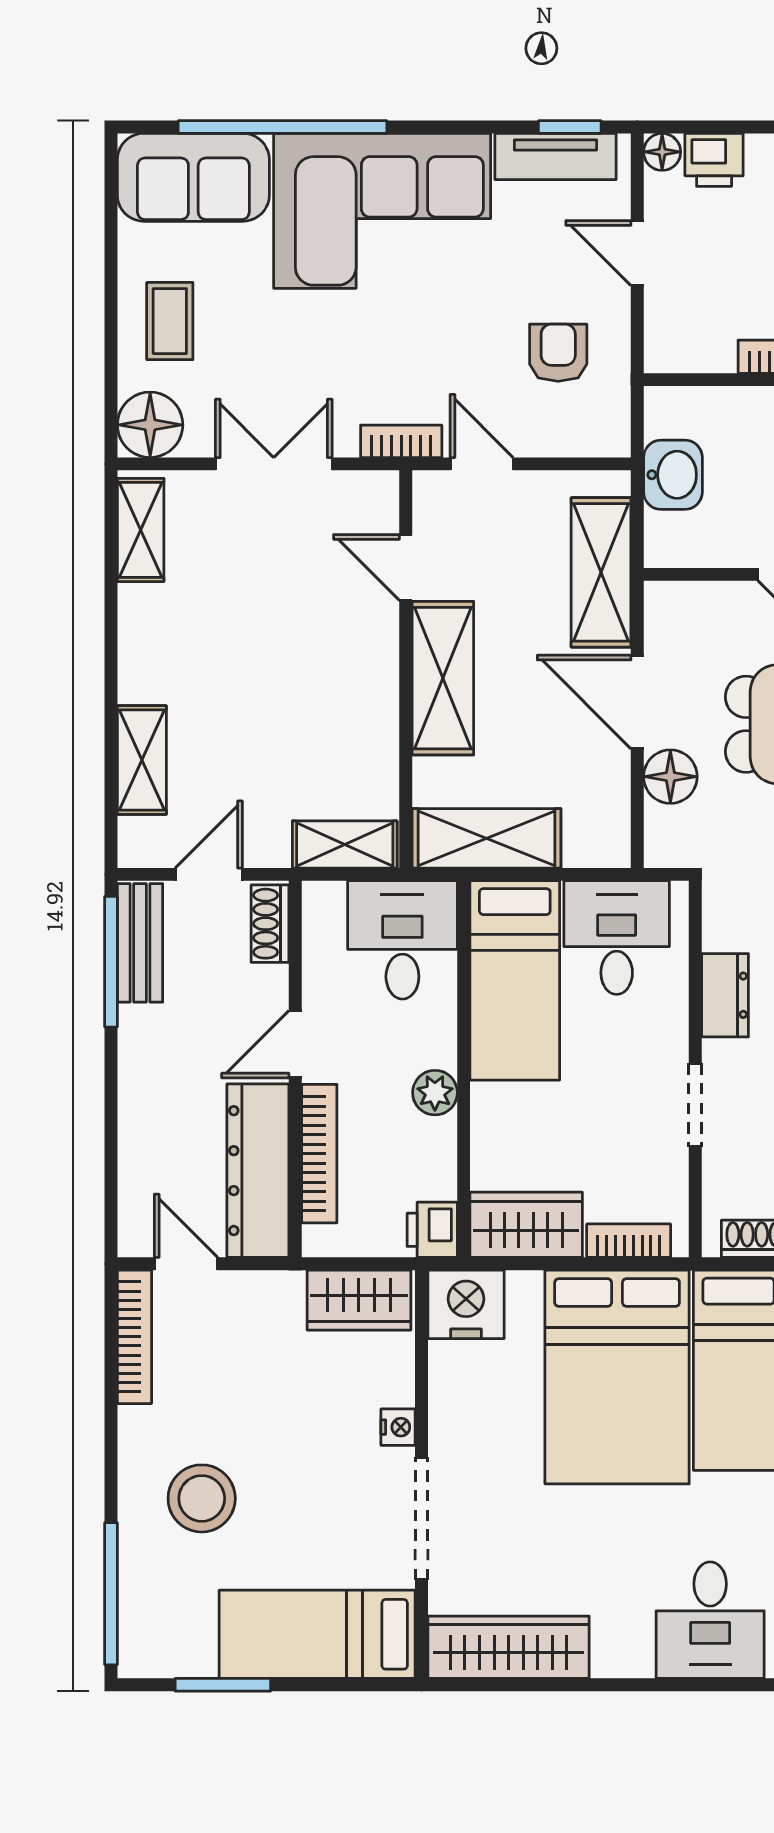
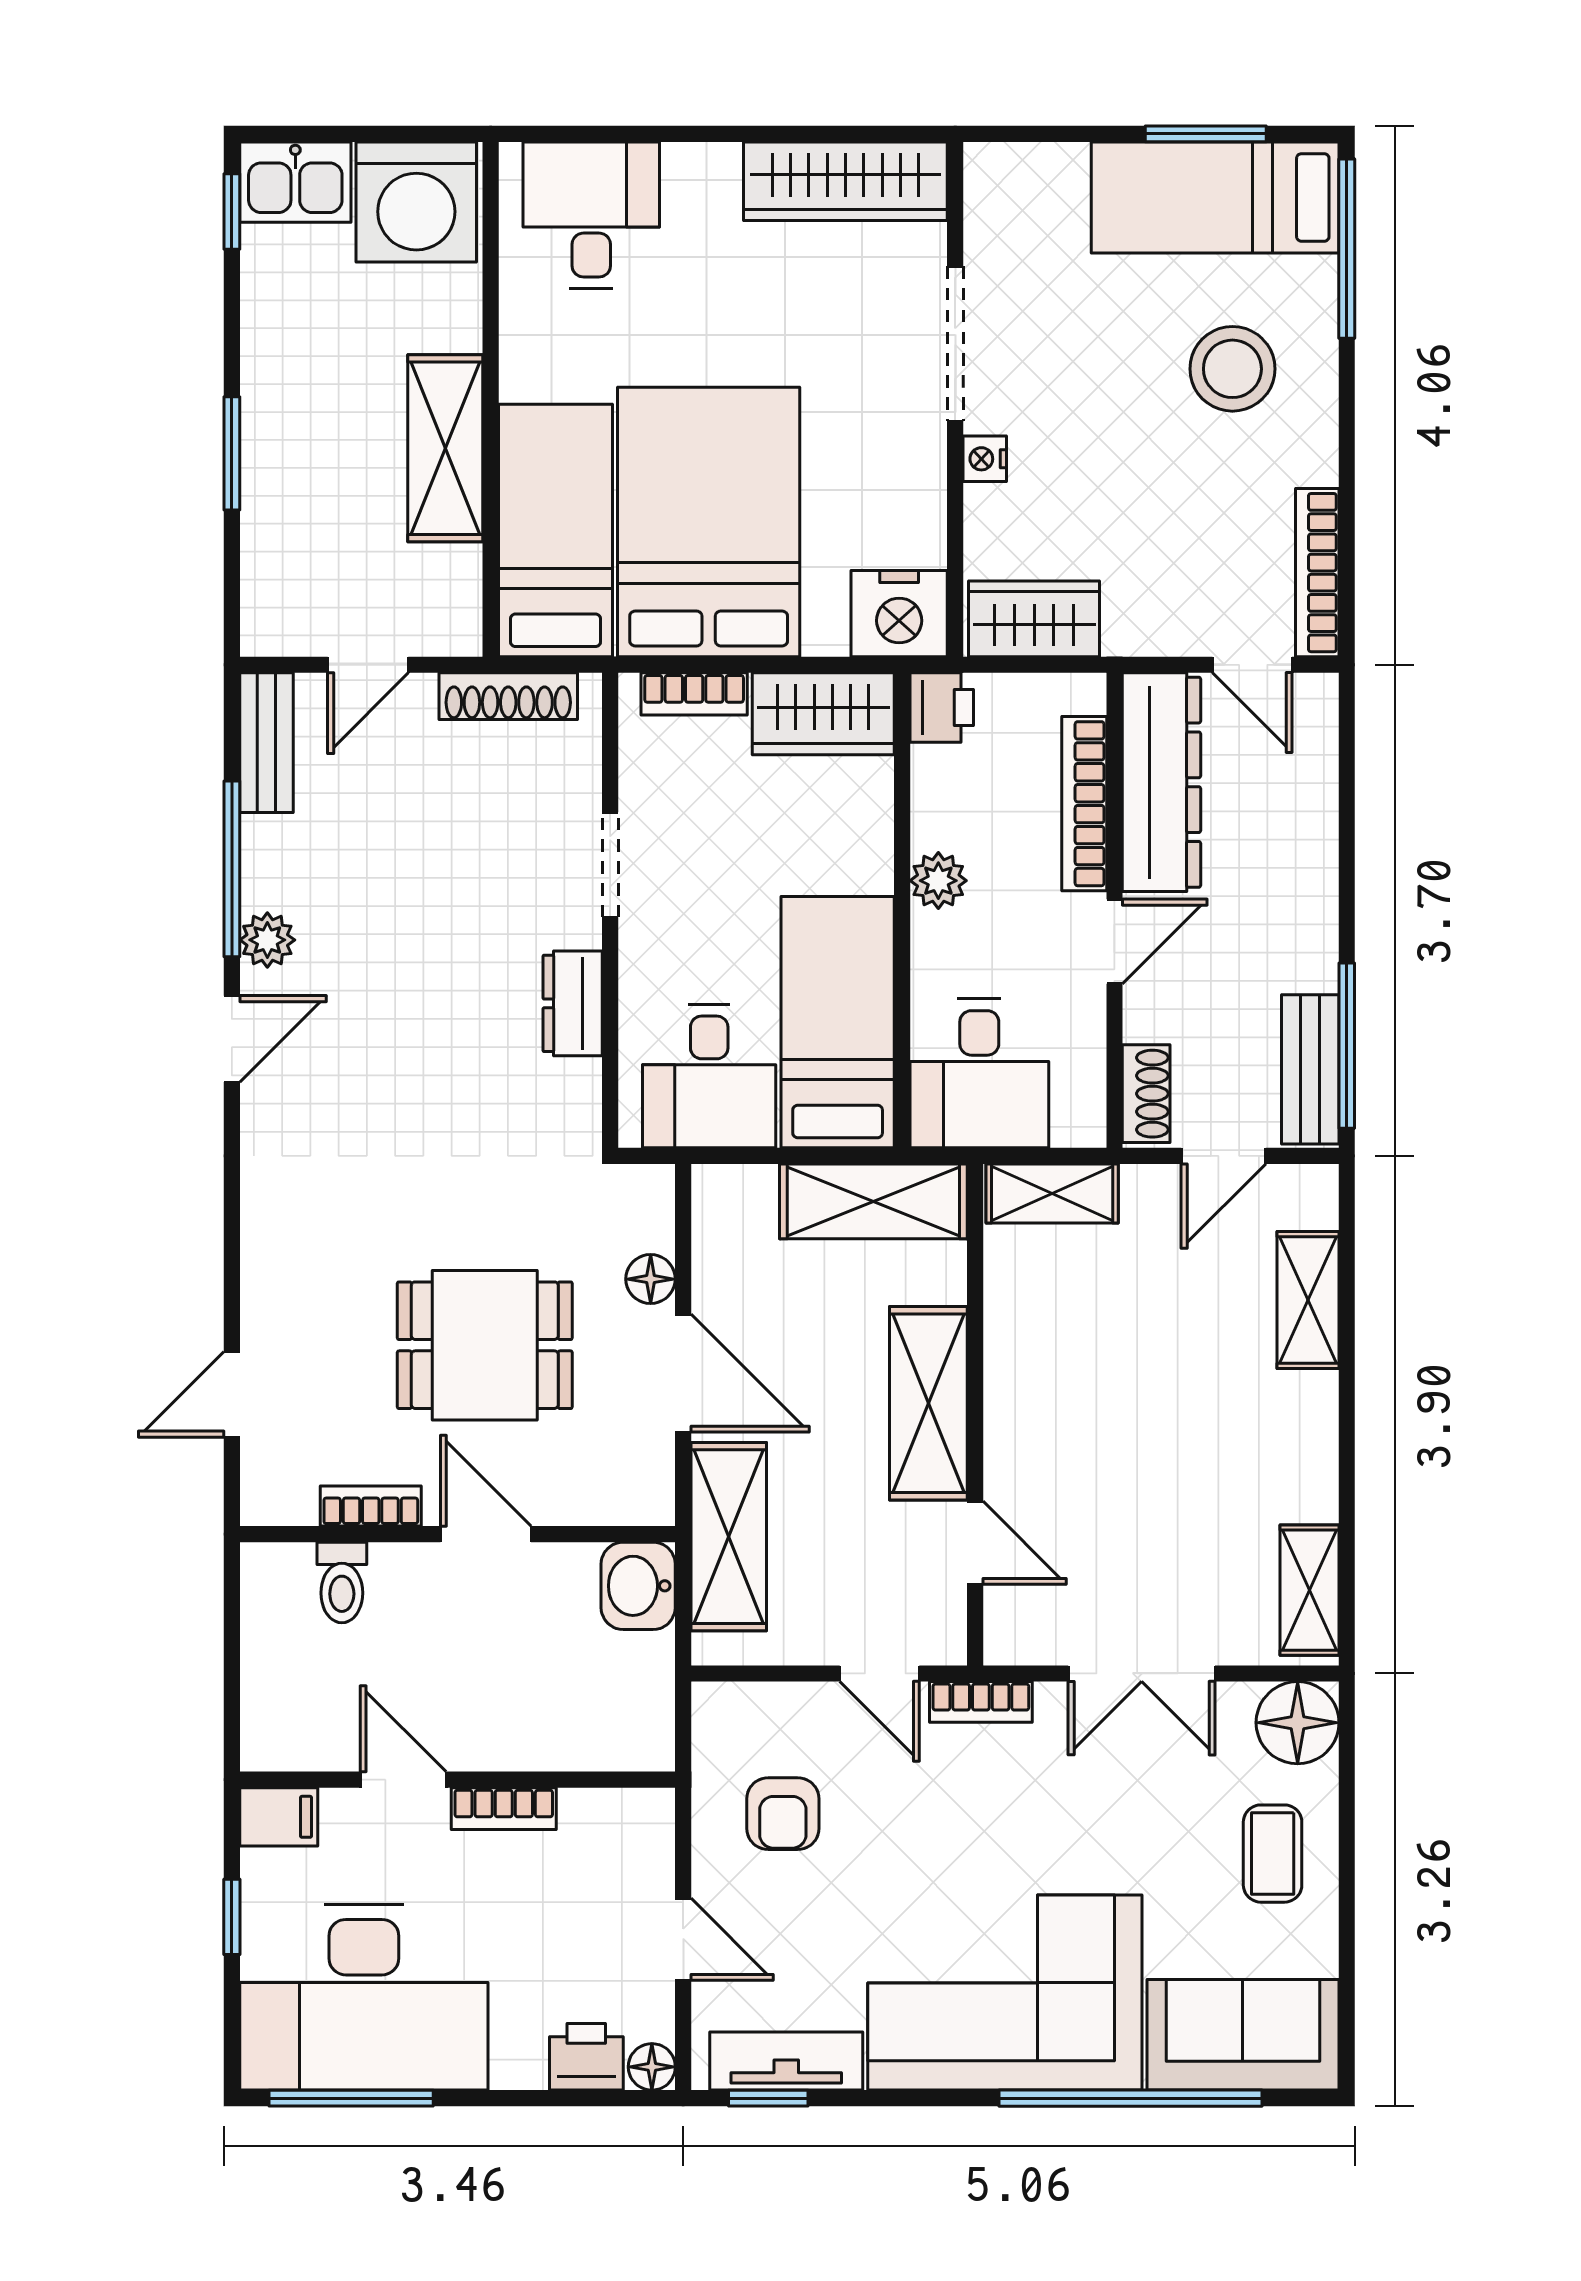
washbasin: (673, 475) -> (638, 1586), moved
floor lamp: (670, 777) -> (651, 1279), width x0.73, depth x0.73
bed: (317, 1634) -> (1215, 197), moved, turned 180

